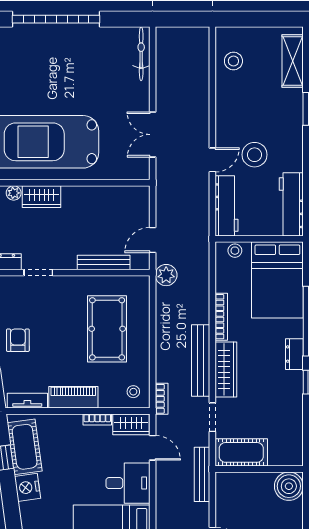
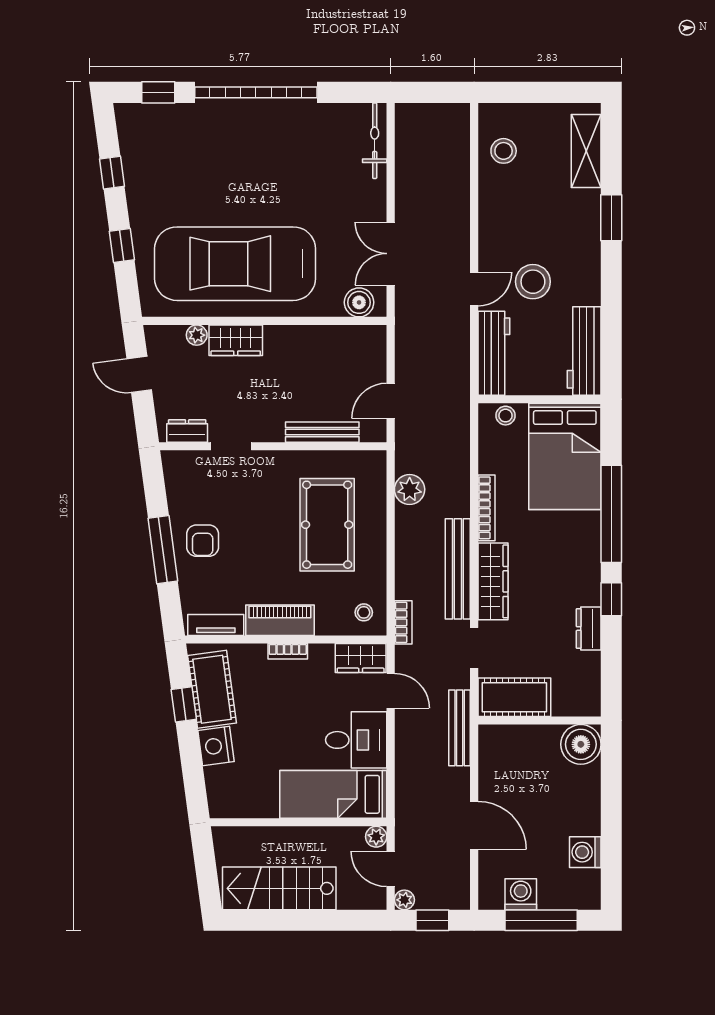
boiler: (130, 170) -> (359, 302), added
plant: (166, 275) -> (410, 489), moved
armchair: (18, 340) -> (203, 541), turned 180
dresser: (294, 354) -> (589, 629), moved
bookcase: (97, 420) -> (288, 651), moved

